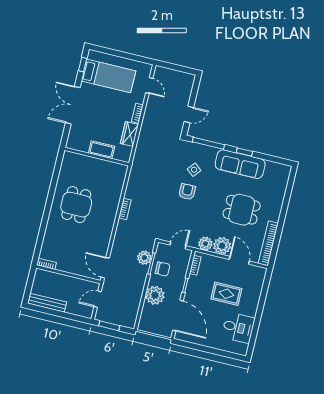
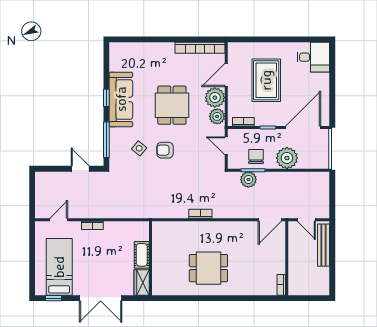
wardrobe: (129, 134) -> (142, 282), moved, turned 90
dining table: (242, 210) -> (172, 105), moved
rug: (226, 294) -> (266, 80), width x1.36, depth x1.43
bench: (47, 303) -> (324, 245), moved
window: (109, 326) -> (332, 200), removed
desk: (238, 328) -> (313, 57), moved, turned 90

